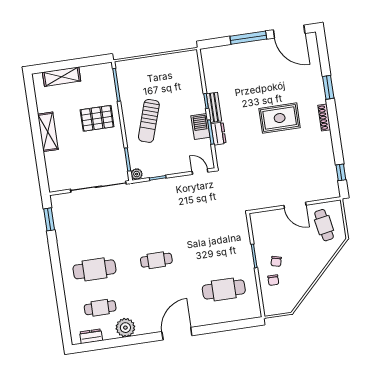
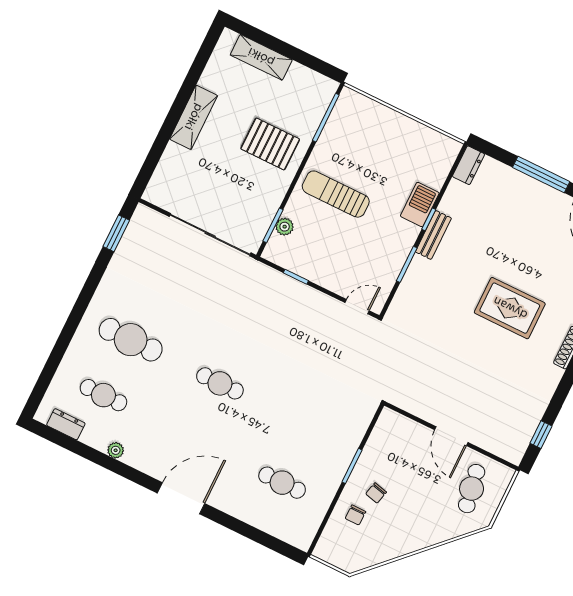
sun lounger: (149, 121) -> (336, 194), turned 72
barbecue: (201, 126) -> (420, 204), moved
dresser: (218, 134) -> (469, 165), moved
door: (200, 172) -> (357, 307), hinge flipped
plant: (137, 174) -> (285, 227), moved
cafe table: (224, 289) -> (282, 483), width x0.73, depth x0.74
plant: (125, 328) -> (116, 450), width x0.53, depth x0.53

